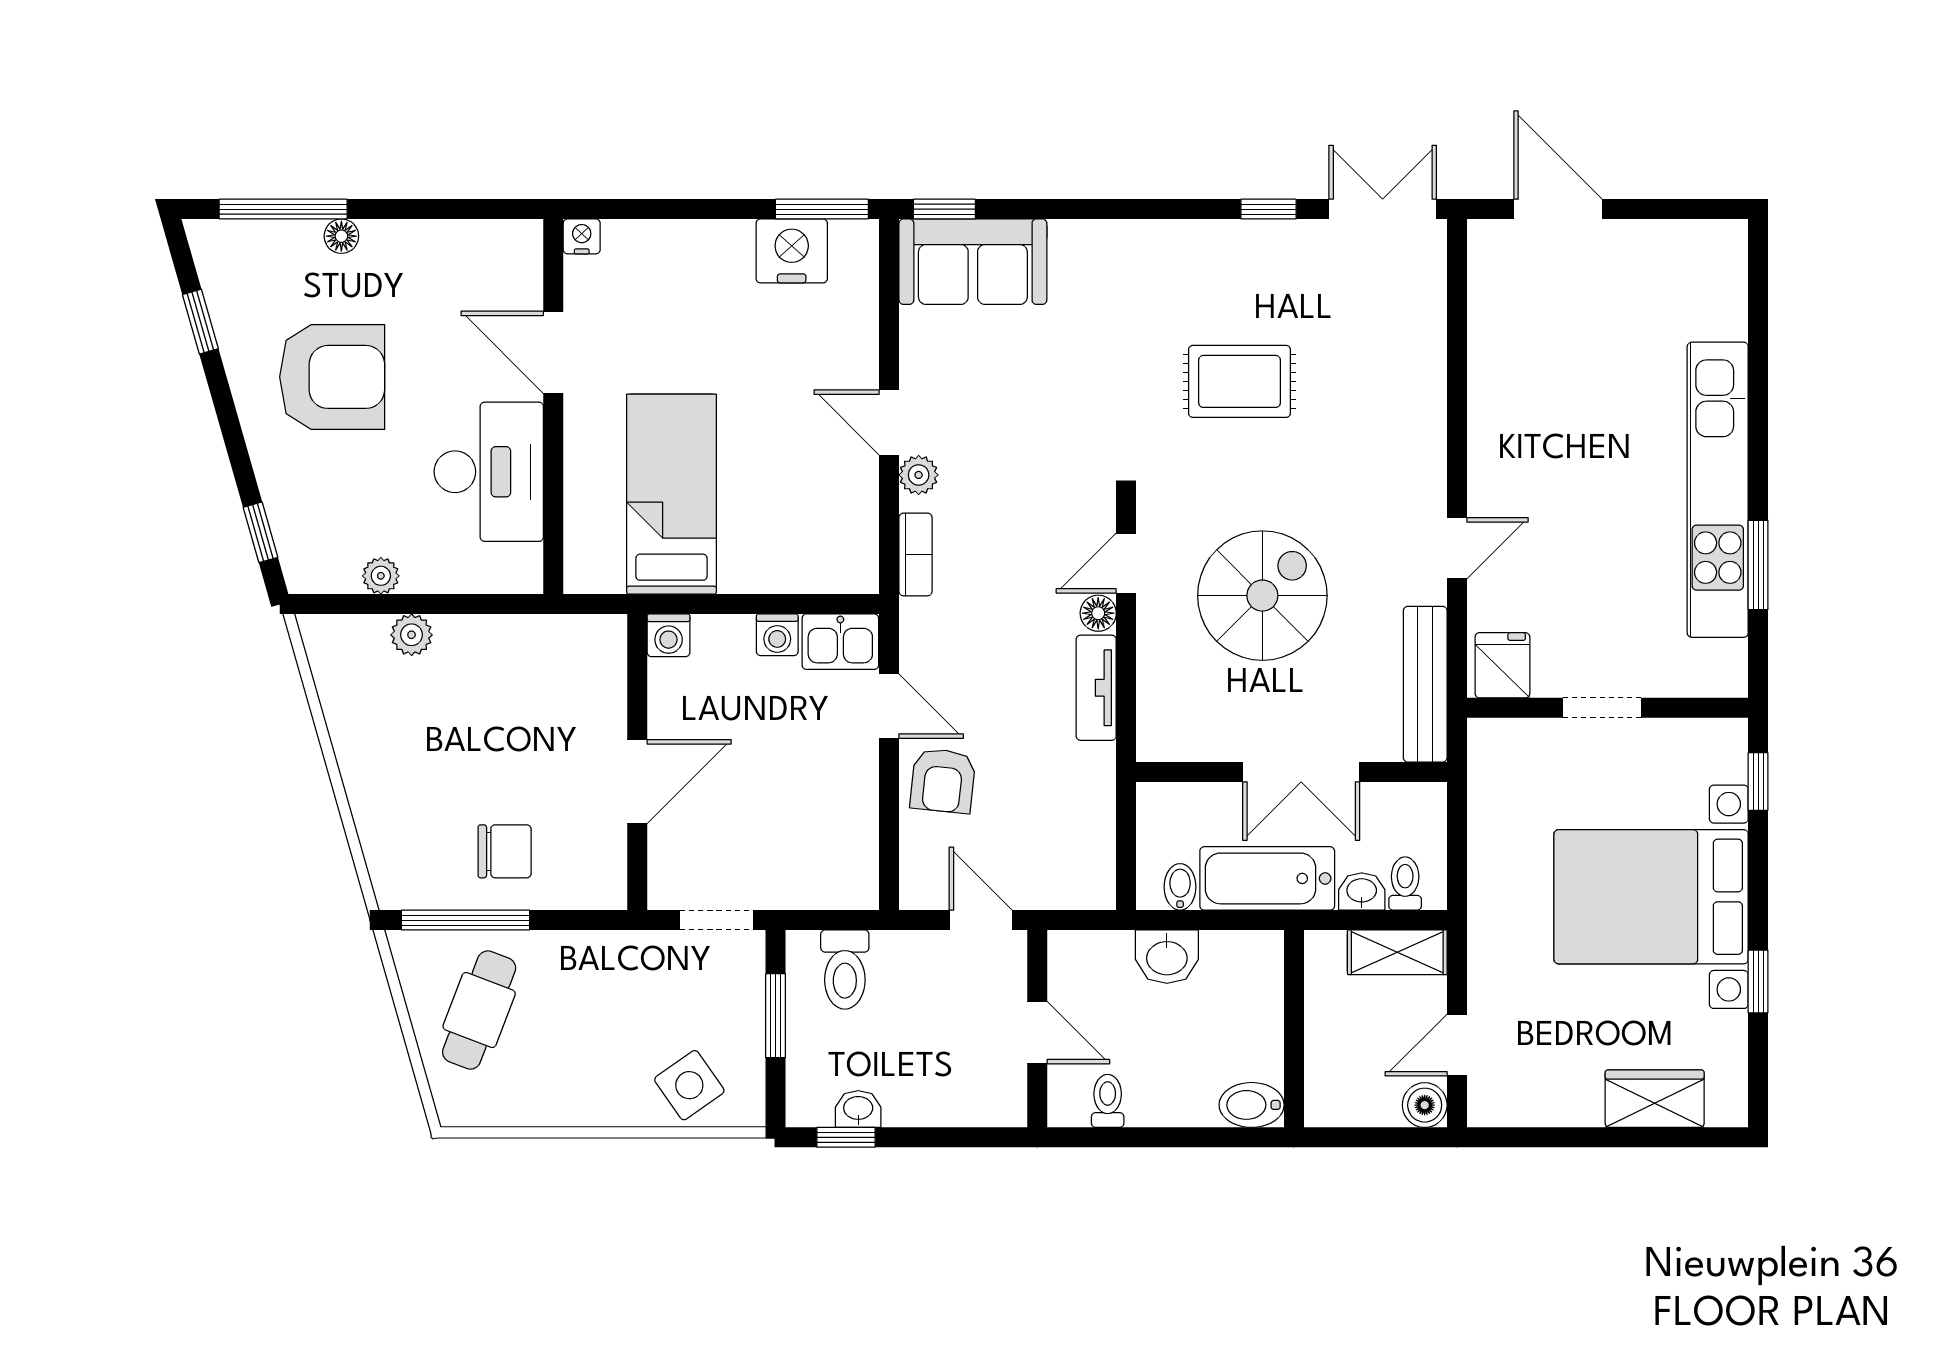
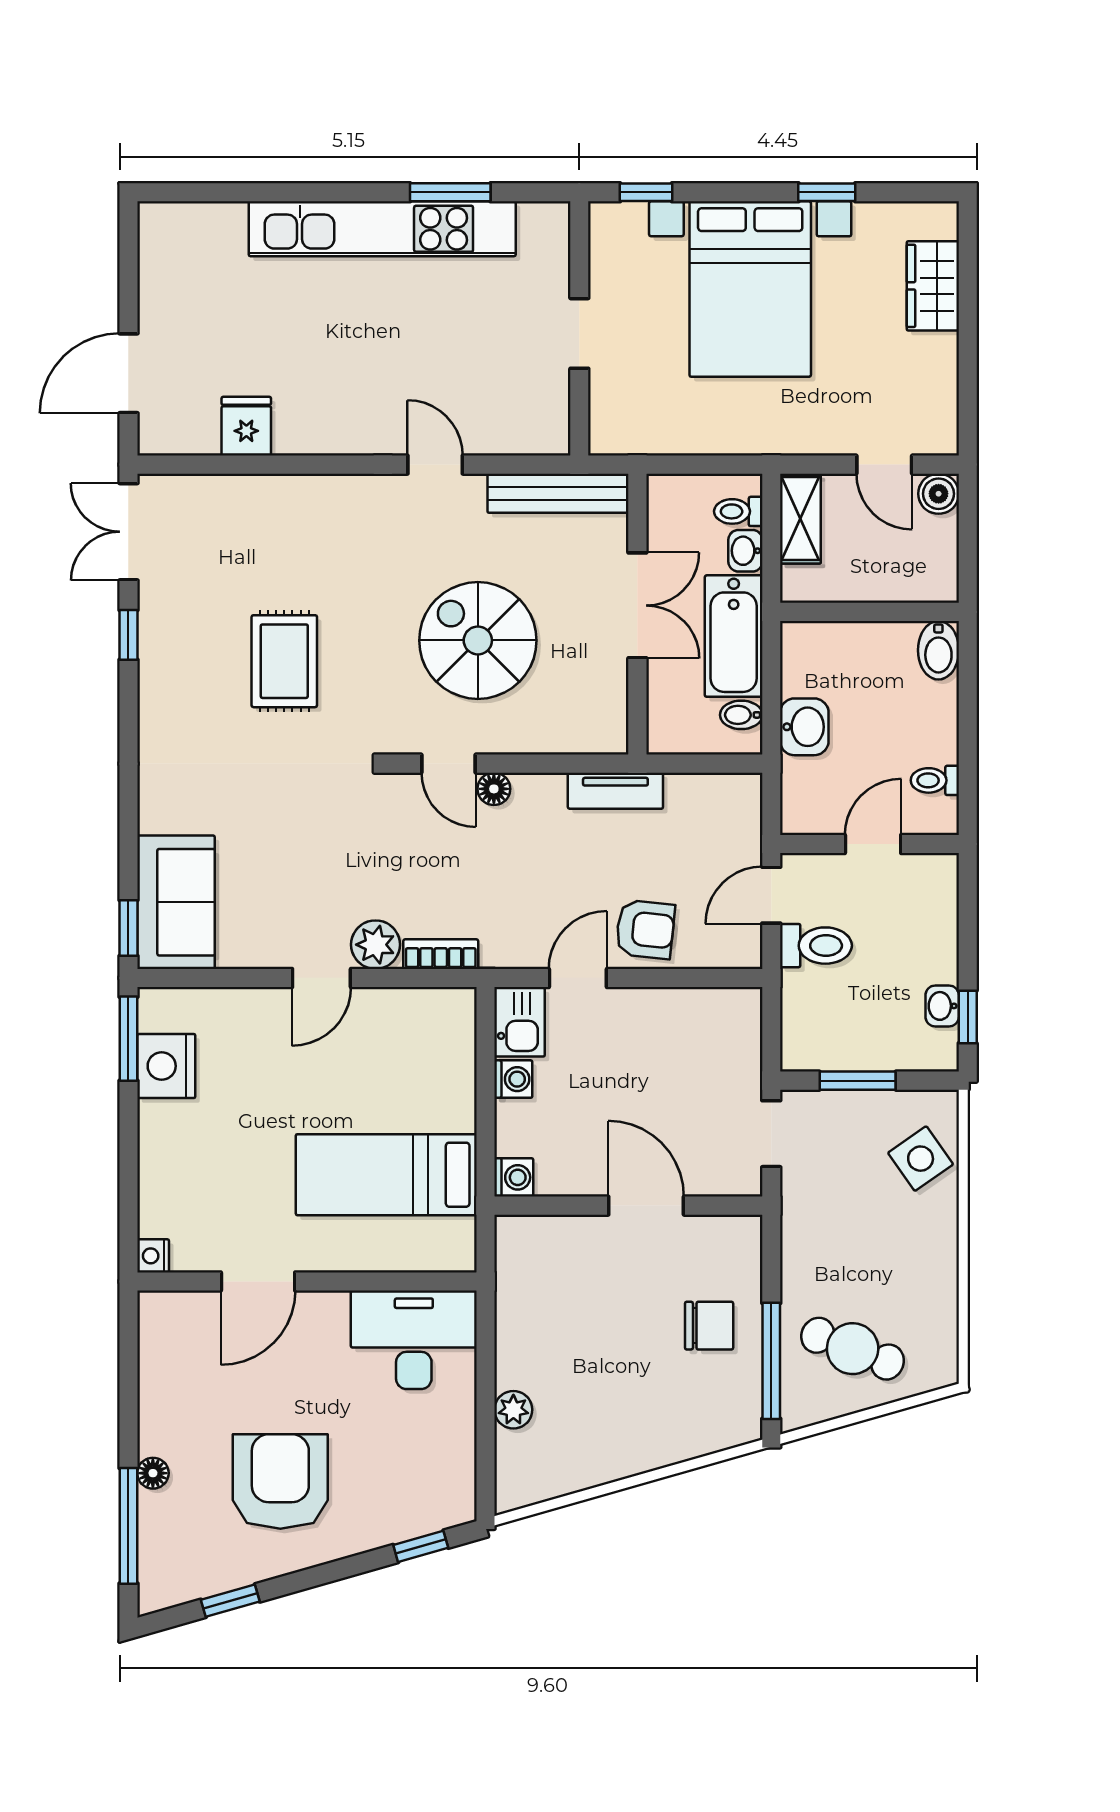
desk: (489, 472) -> (414, 1340), moved
plant: (919, 475) -> (375, 945), width x1.38, depth x1.38
plant: (381, 576) -> (460, 1437), removed
fridge: (1502, 665) -> (246, 426), moved, turned 90
tv unit: (1096, 688) -> (615, 791), moved
chair: (505, 851) -> (709, 1326), turned 90
toilet: (845, 970) -> (816, 946), moved

